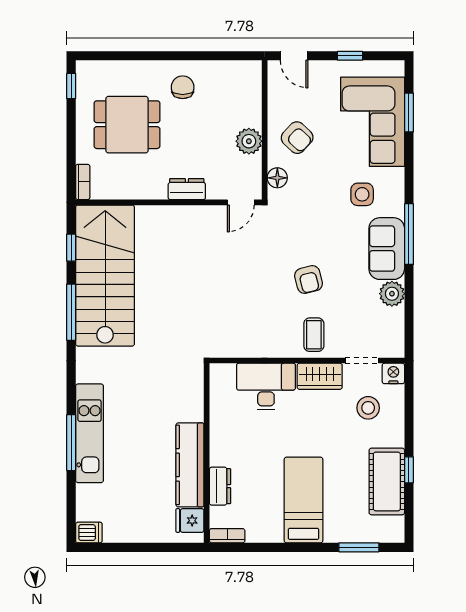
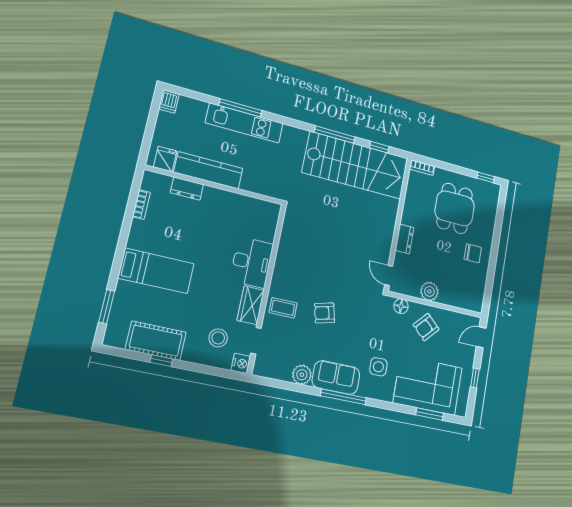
wall: (207, 453) -> (215, 185), moved
kitchen counter: (190, 465) -> (208, 170), moved
dresser: (220, 486) -> (187, 189), moved
fridge: (190, 520) -> (165, 159), moved

